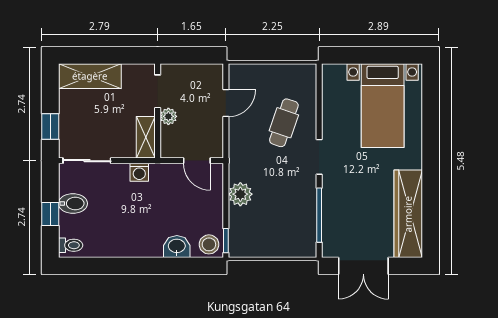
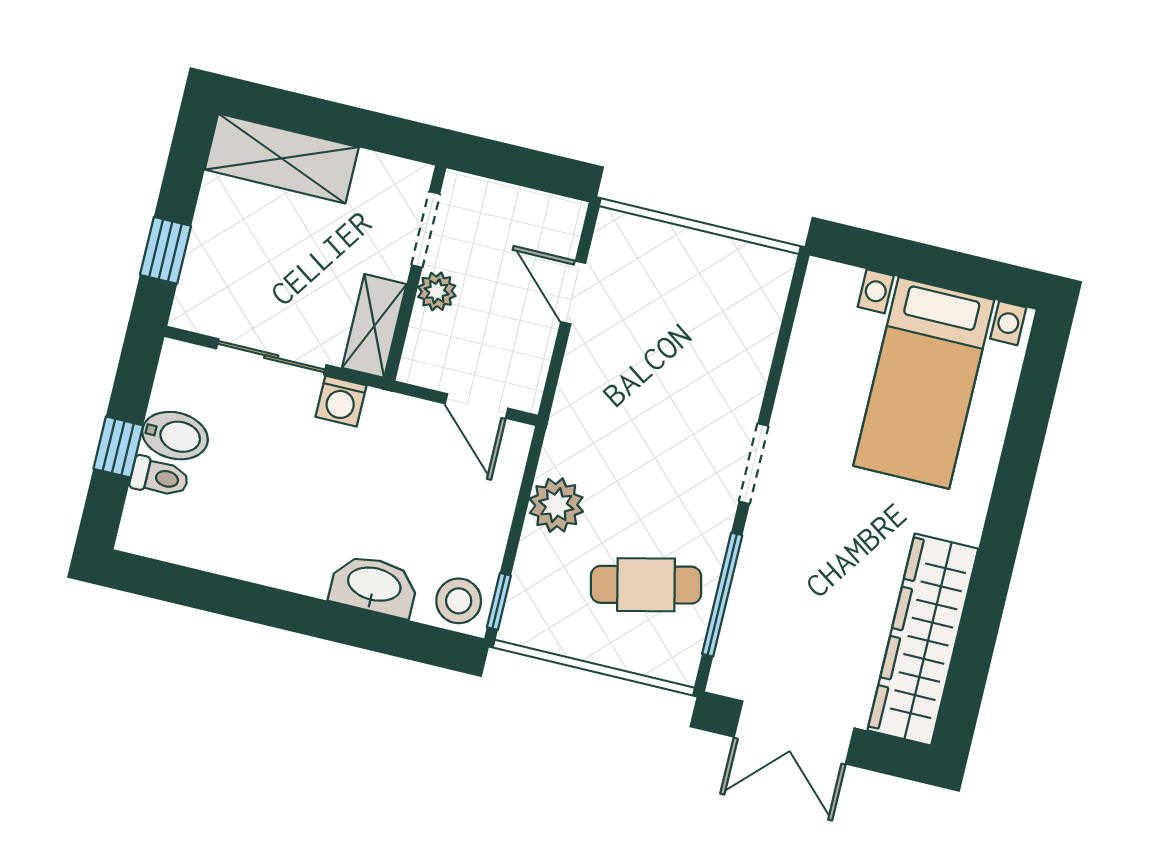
door: (226, 103) -> (573, 292), swing flipped
cafe table: (284, 123) -> (646, 585), moved, turned 58
sliding door: (87, 161) -> (271, 357), moved
toilet: (71, 245) -> (159, 477), moved
washbasin: (177, 247) -> (374, 586), width x1.38

